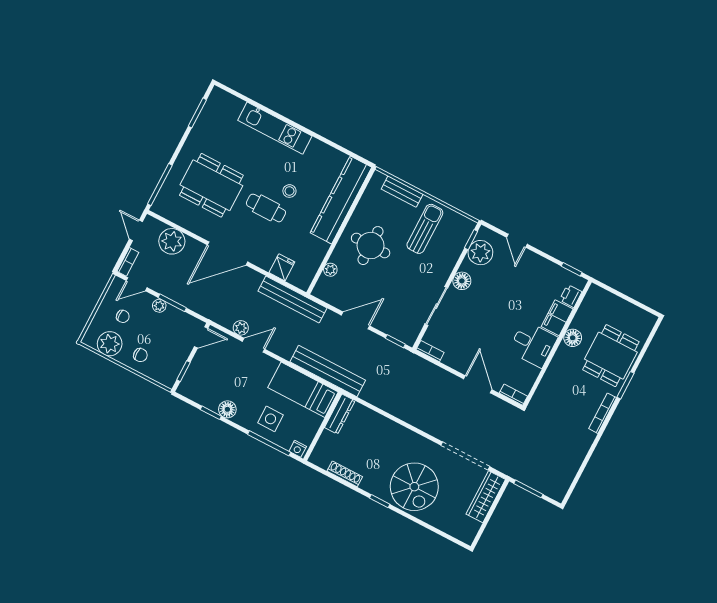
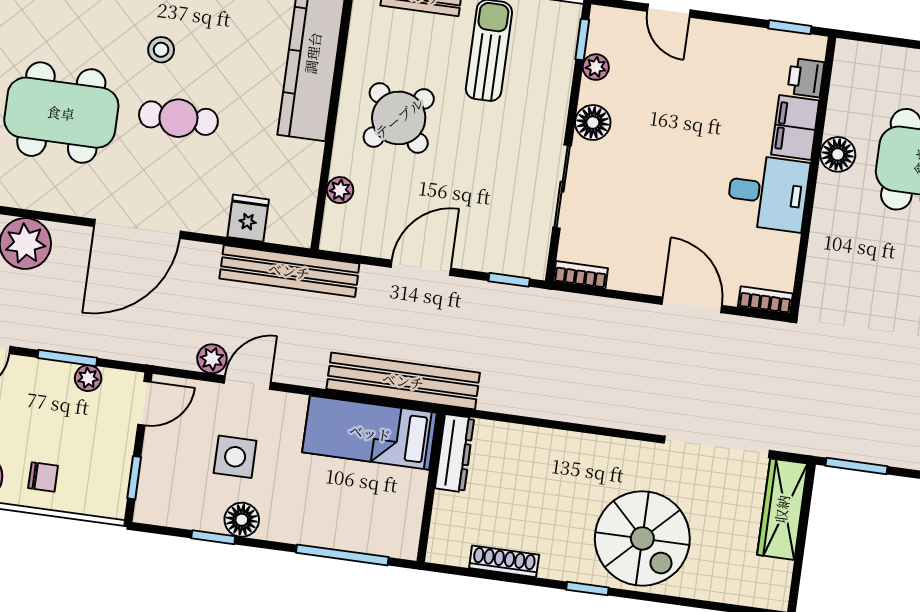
stool: (289, 191) -> (161, 50), moved
round table: (371, 246) -> (399, 118), turned 45
plant: (480, 253) -> (596, 67), width x0.53, depth x0.53
plant: (159, 306) -> (88, 378), moved
side table: (270, 419) -> (235, 457), moved
nightstand: (298, 449) -> (399, 546), removed

